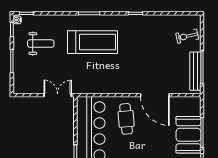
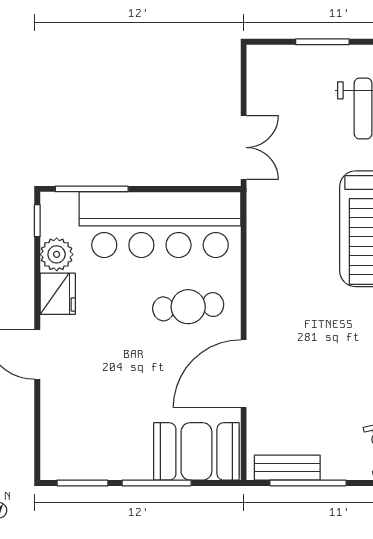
bench: (195, 71) -> (287, 468), width x0.73
booth: (188, 135) -> (196, 451), moved

